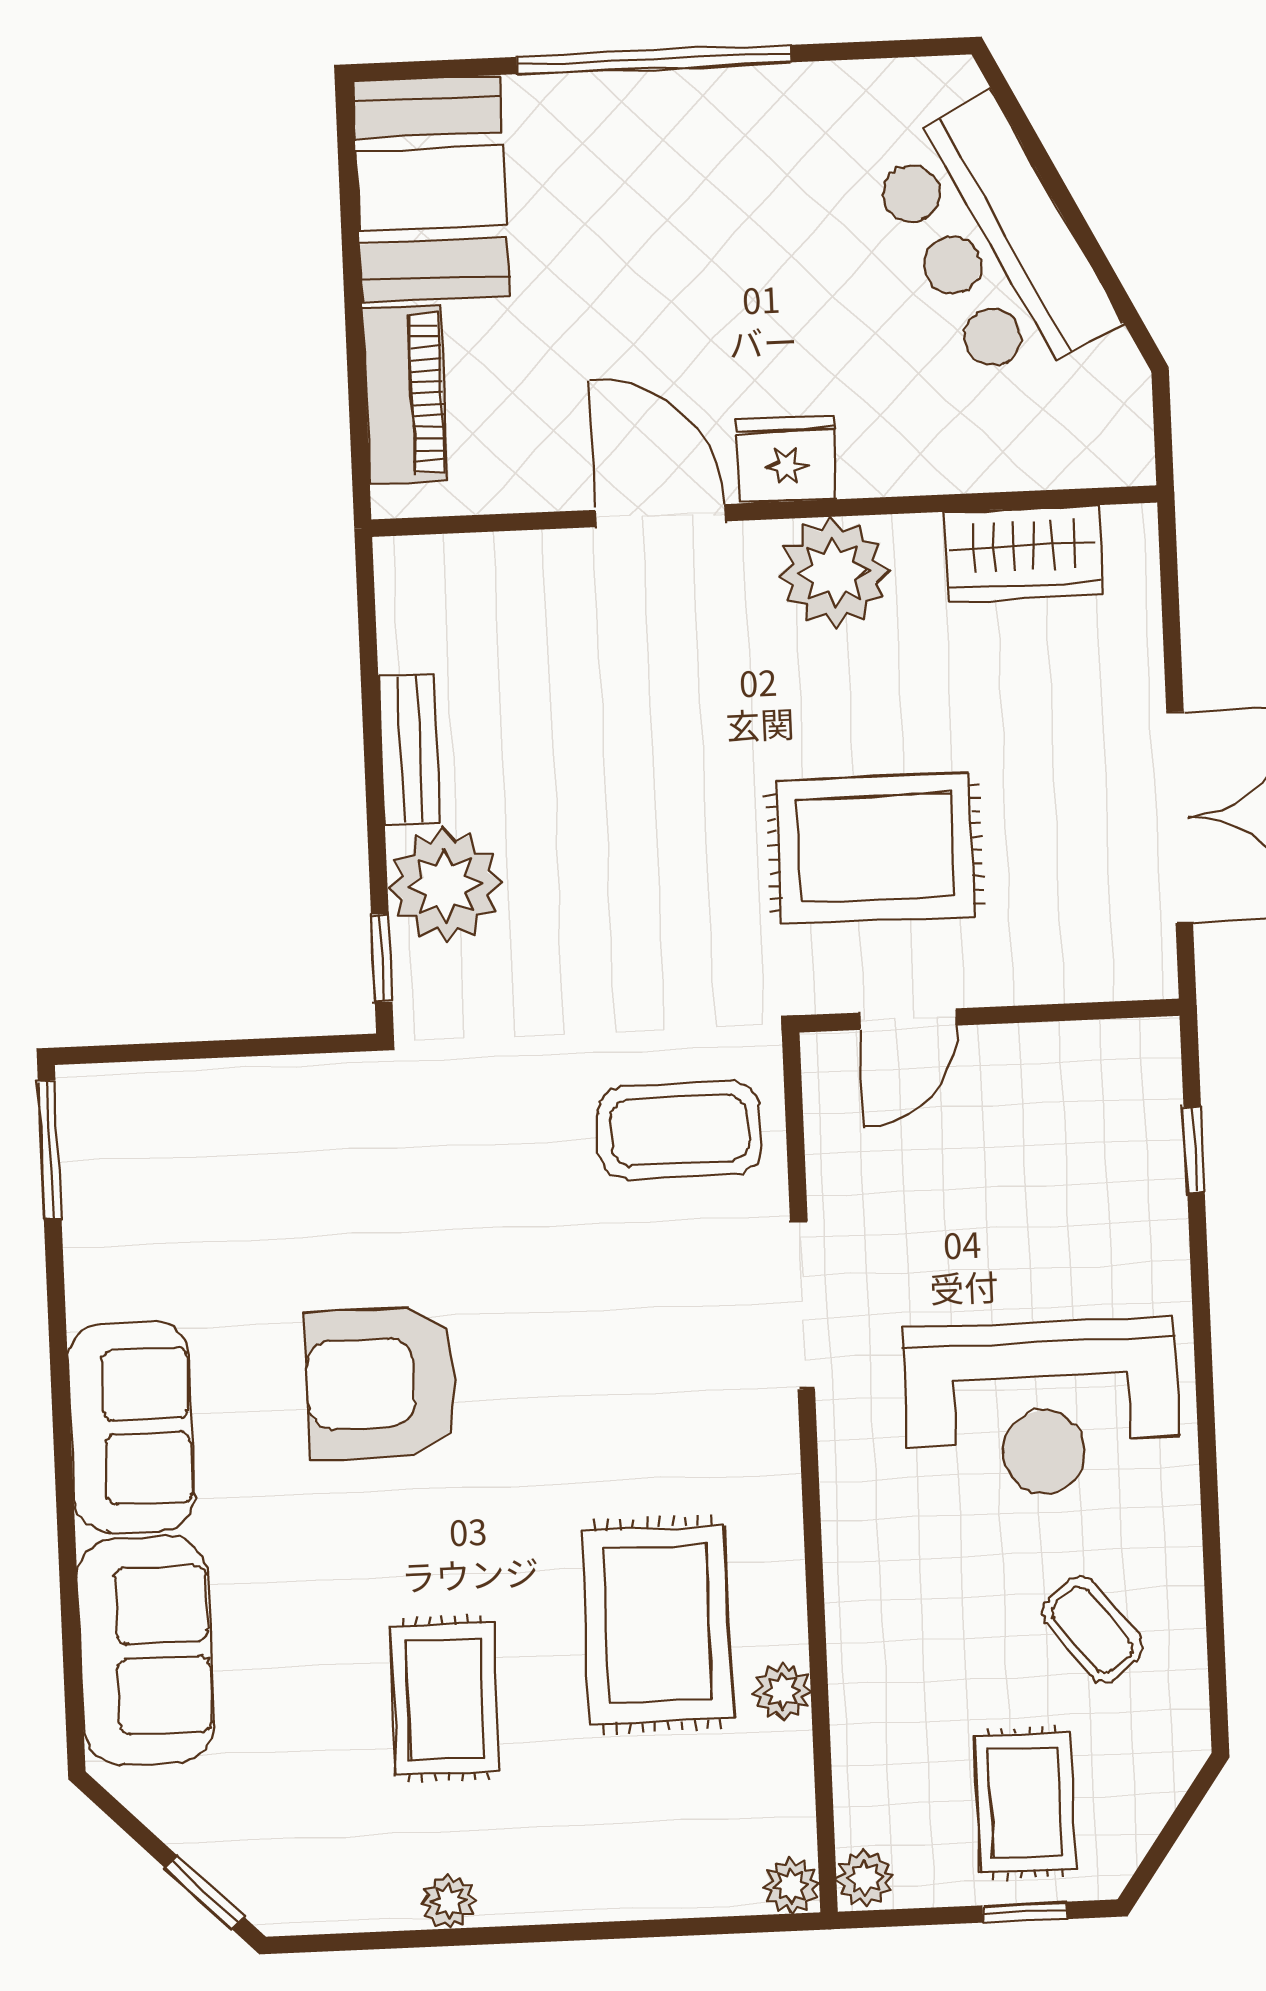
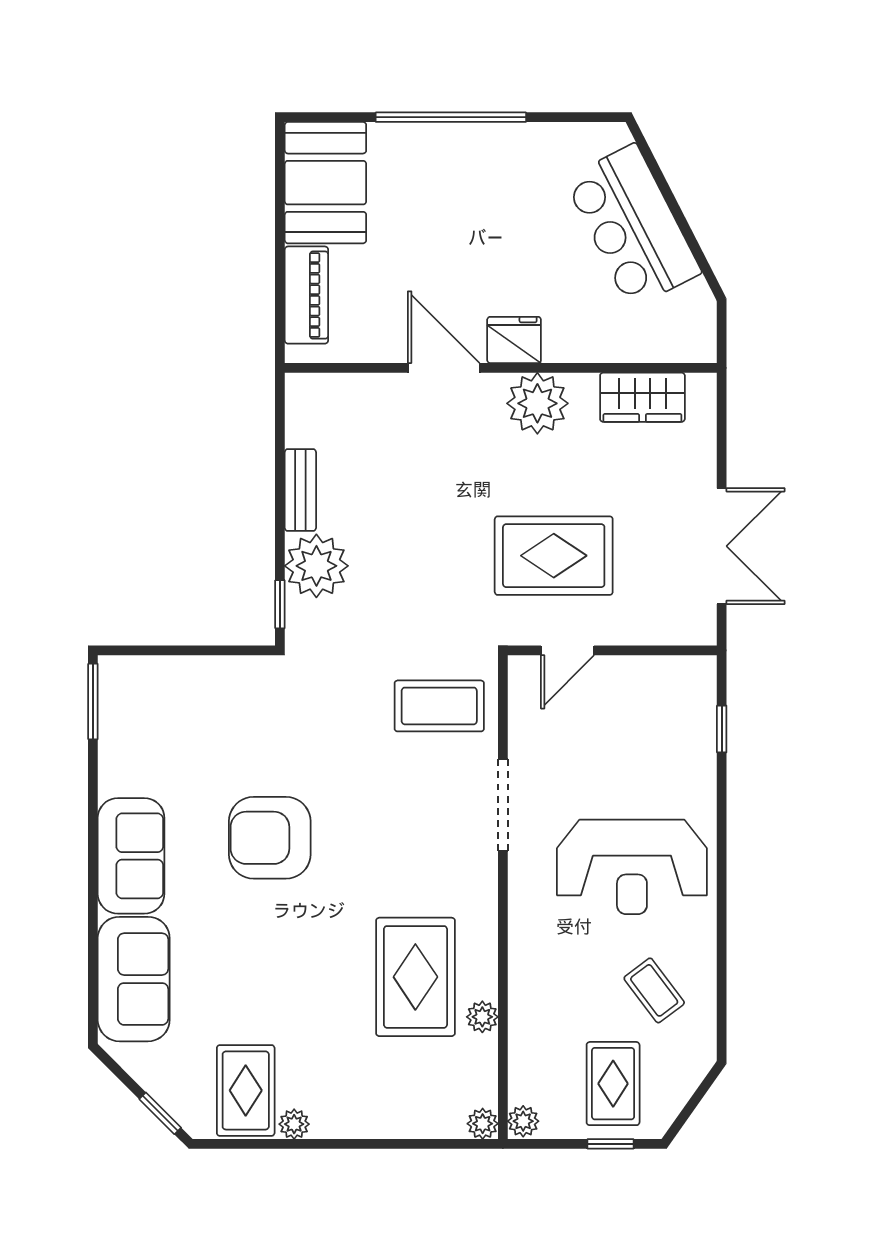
rug: (445, 1699) -> (246, 1090), moved

